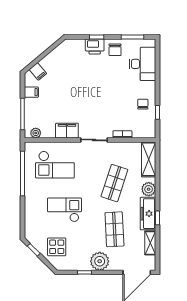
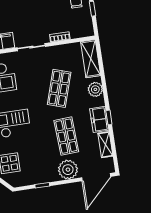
freezer: (148, 214) -> (99, 119), width x0.71
plant: (100, 261) -> (68, 170), moved

